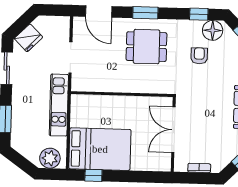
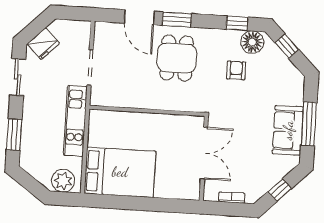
door: (99, 11) -> (139, 17), moved
dining table: (146, 47) -> (177, 58), turned 90
double door: (173, 130) -> (204, 153), swing flipped
window: (93, 175) -> (112, 202), removed

